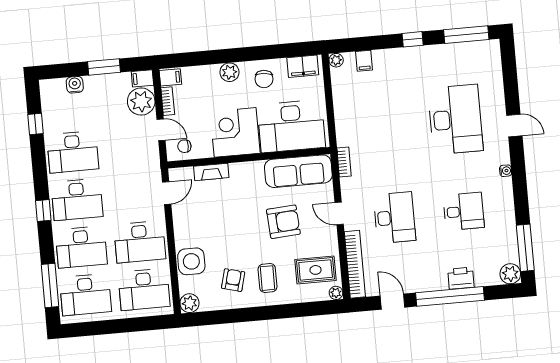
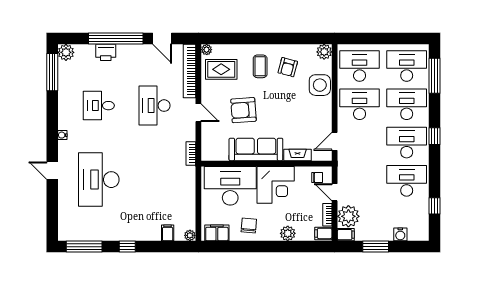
plant: (229, 72) -> (288, 233), moved
sofa: (298, 171) -> (256, 149), moved

